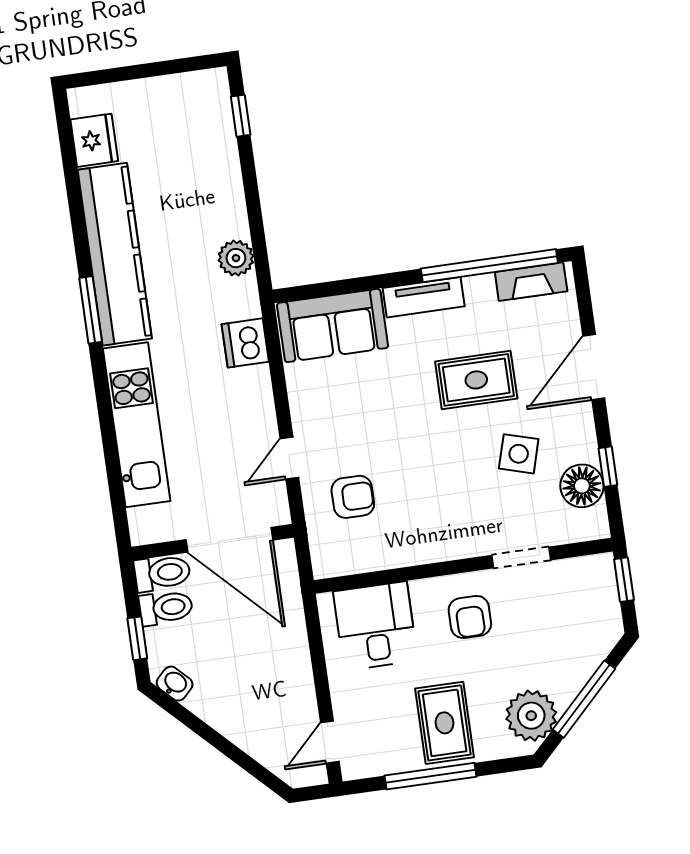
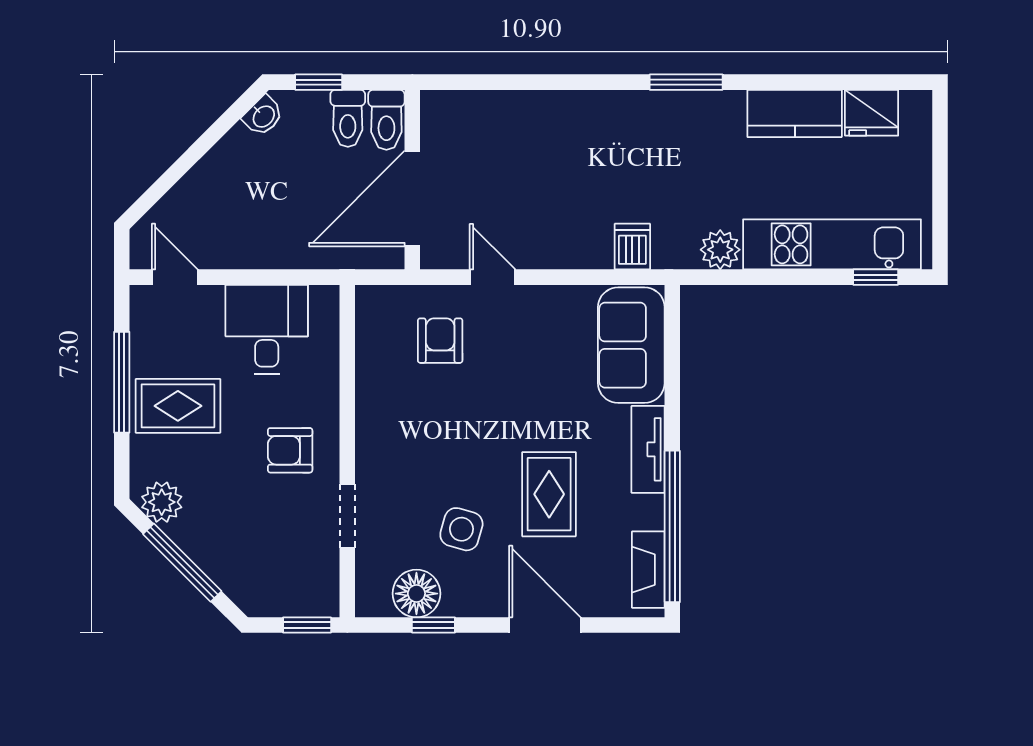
kitchen counter: (115, 254) -> (795, 113), width x0.48, depth x0.86
dishwasher: (245, 343) -> (632, 247), width x0.73
kitchen unit: (137, 425) -> (832, 244), moved, turned 180
armchair: (353, 497) -> (440, 341), turned 180
desk: (375, 626) -> (267, 329), moved, turned -90
plant: (531, 716) -> (162, 502), width x0.73, depth x0.73

